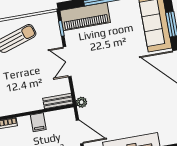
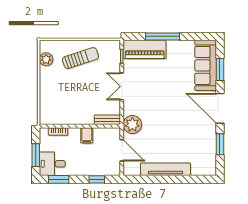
plant: (82, 102) -> (132, 125), width x1.88, depth x1.88

